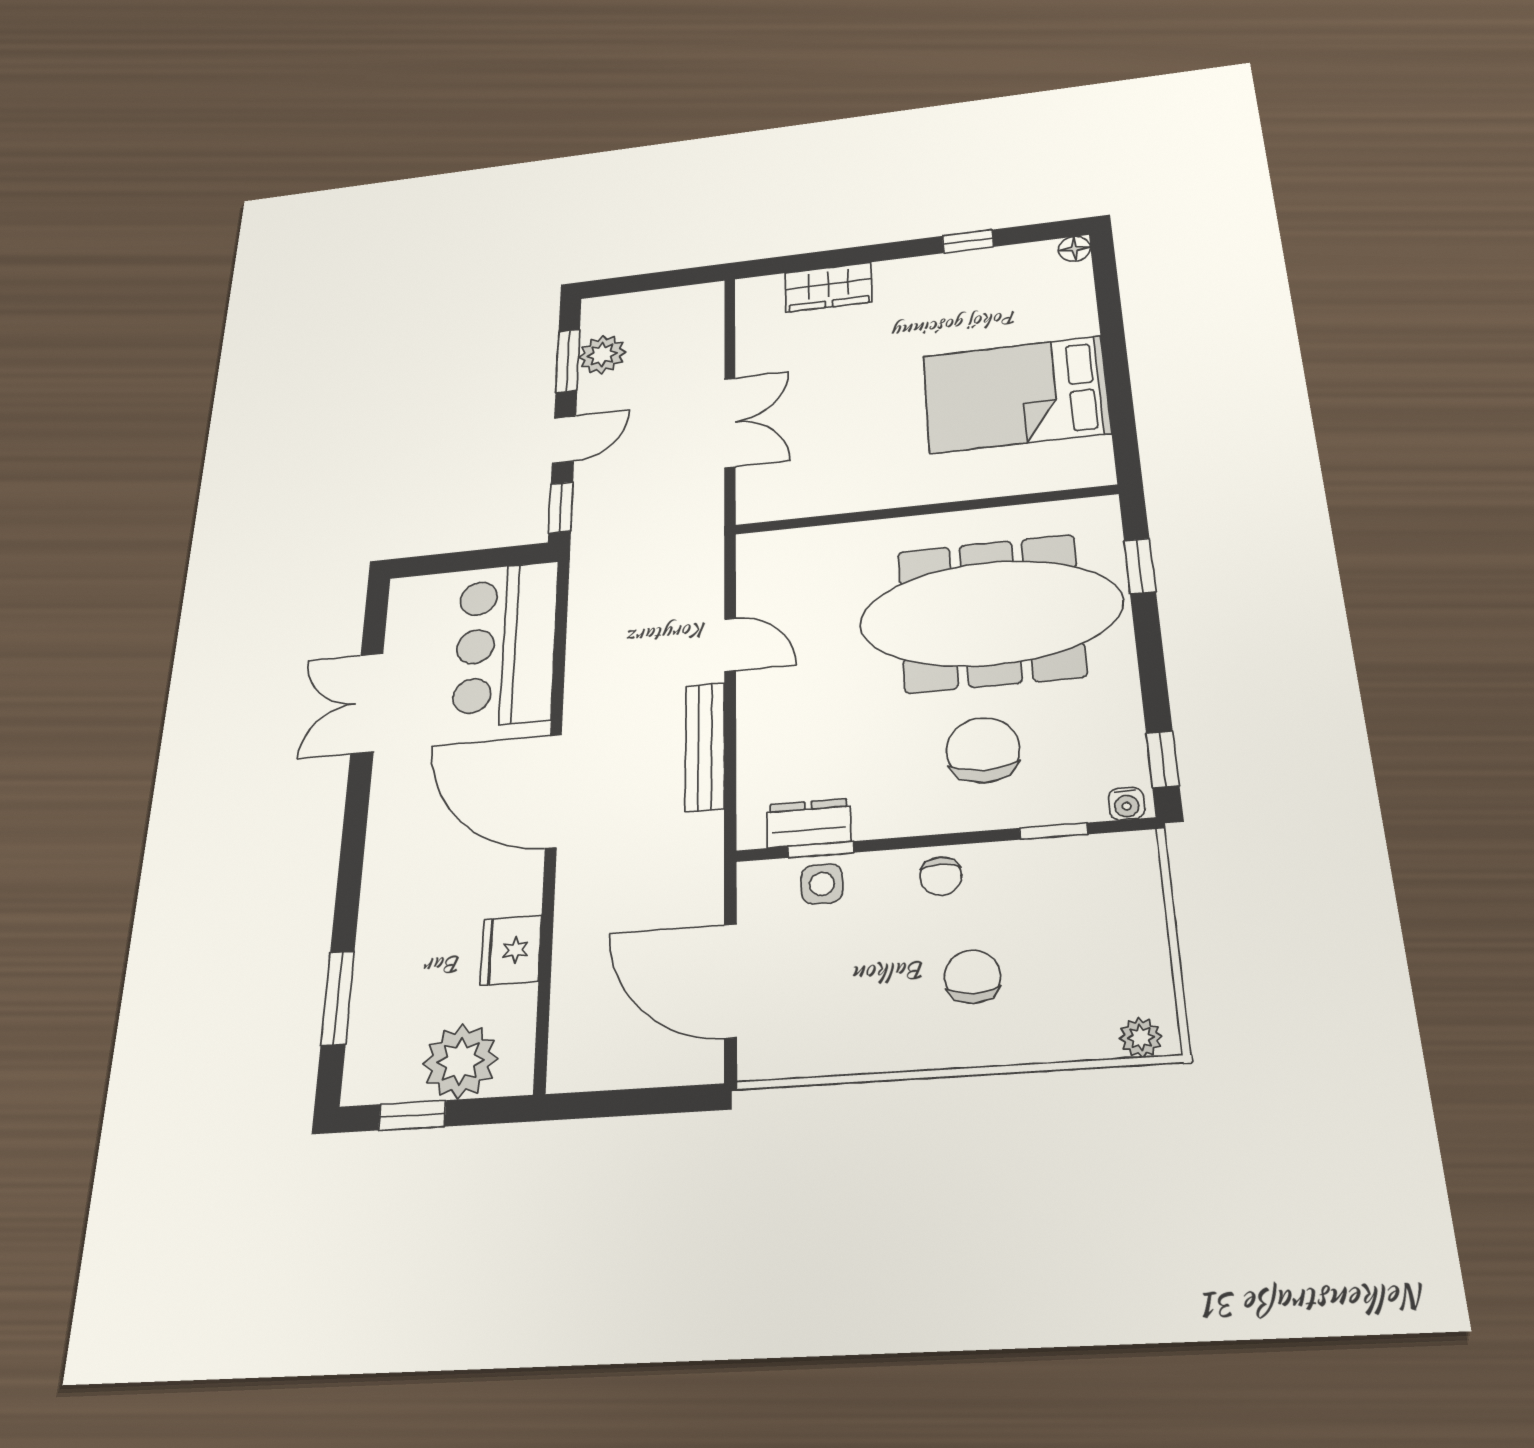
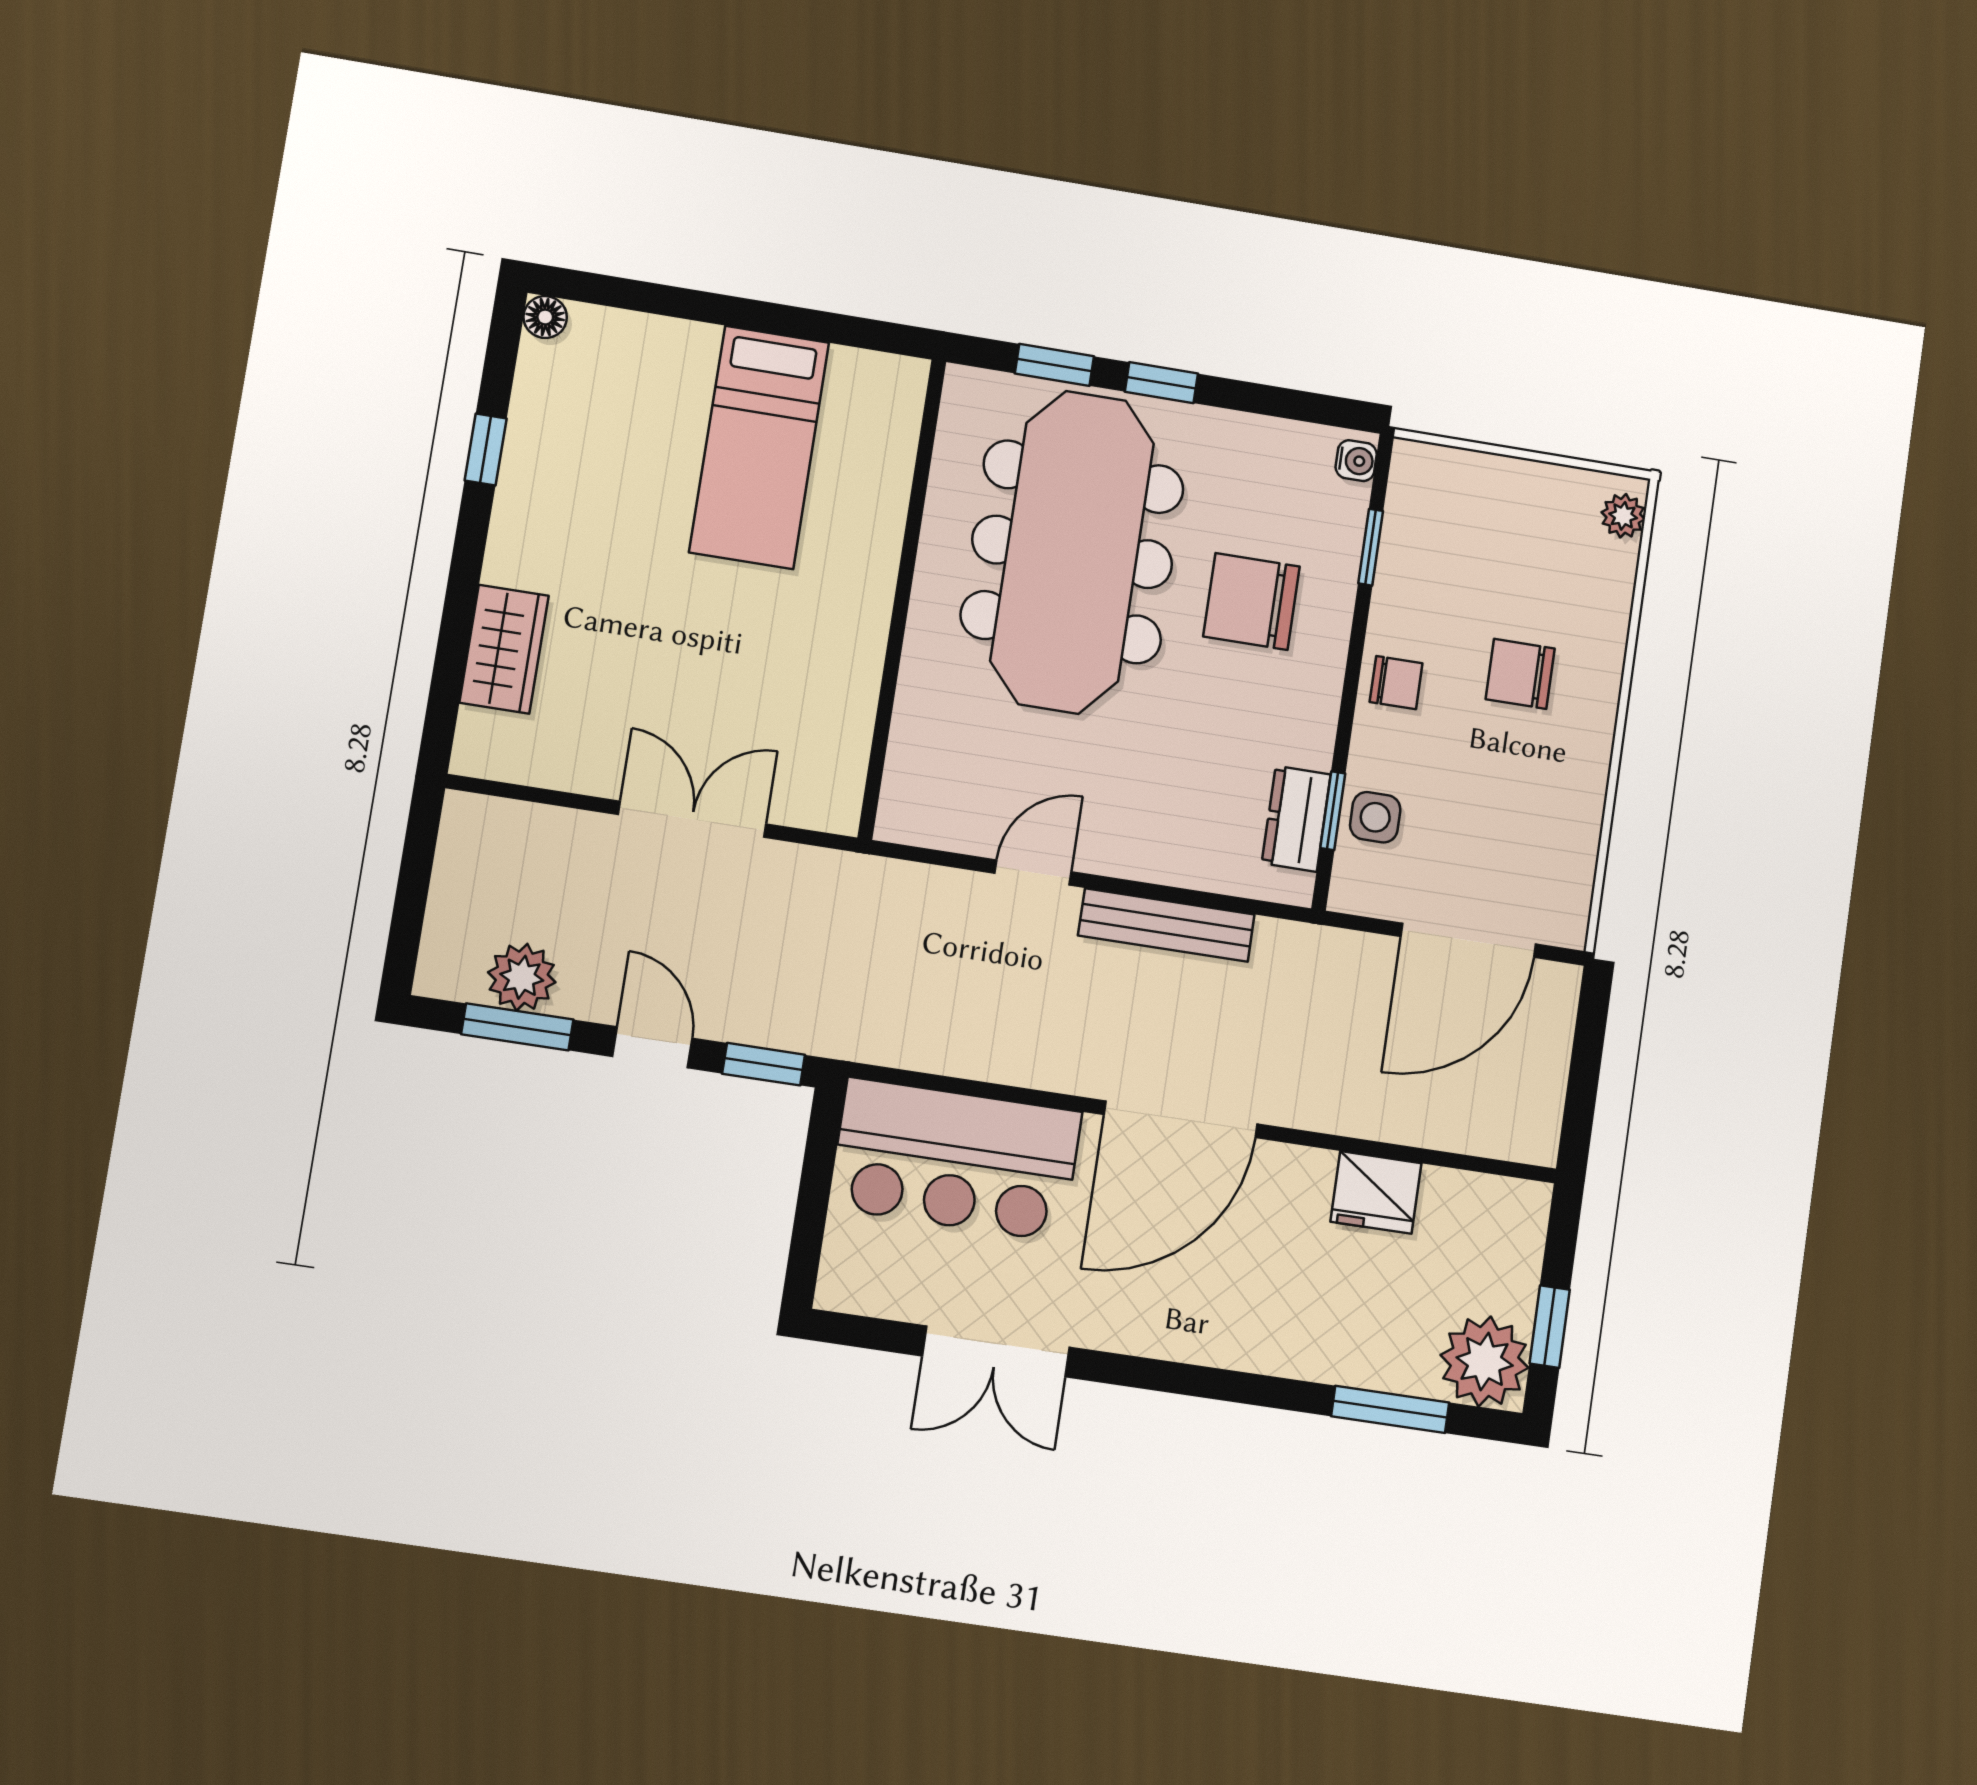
bed: (1016, 394) -> (759, 447), width x0.67
window: (1163, 759) -> (1161, 383), moved
plant: (460, 1061) -> (1485, 1361), moved

